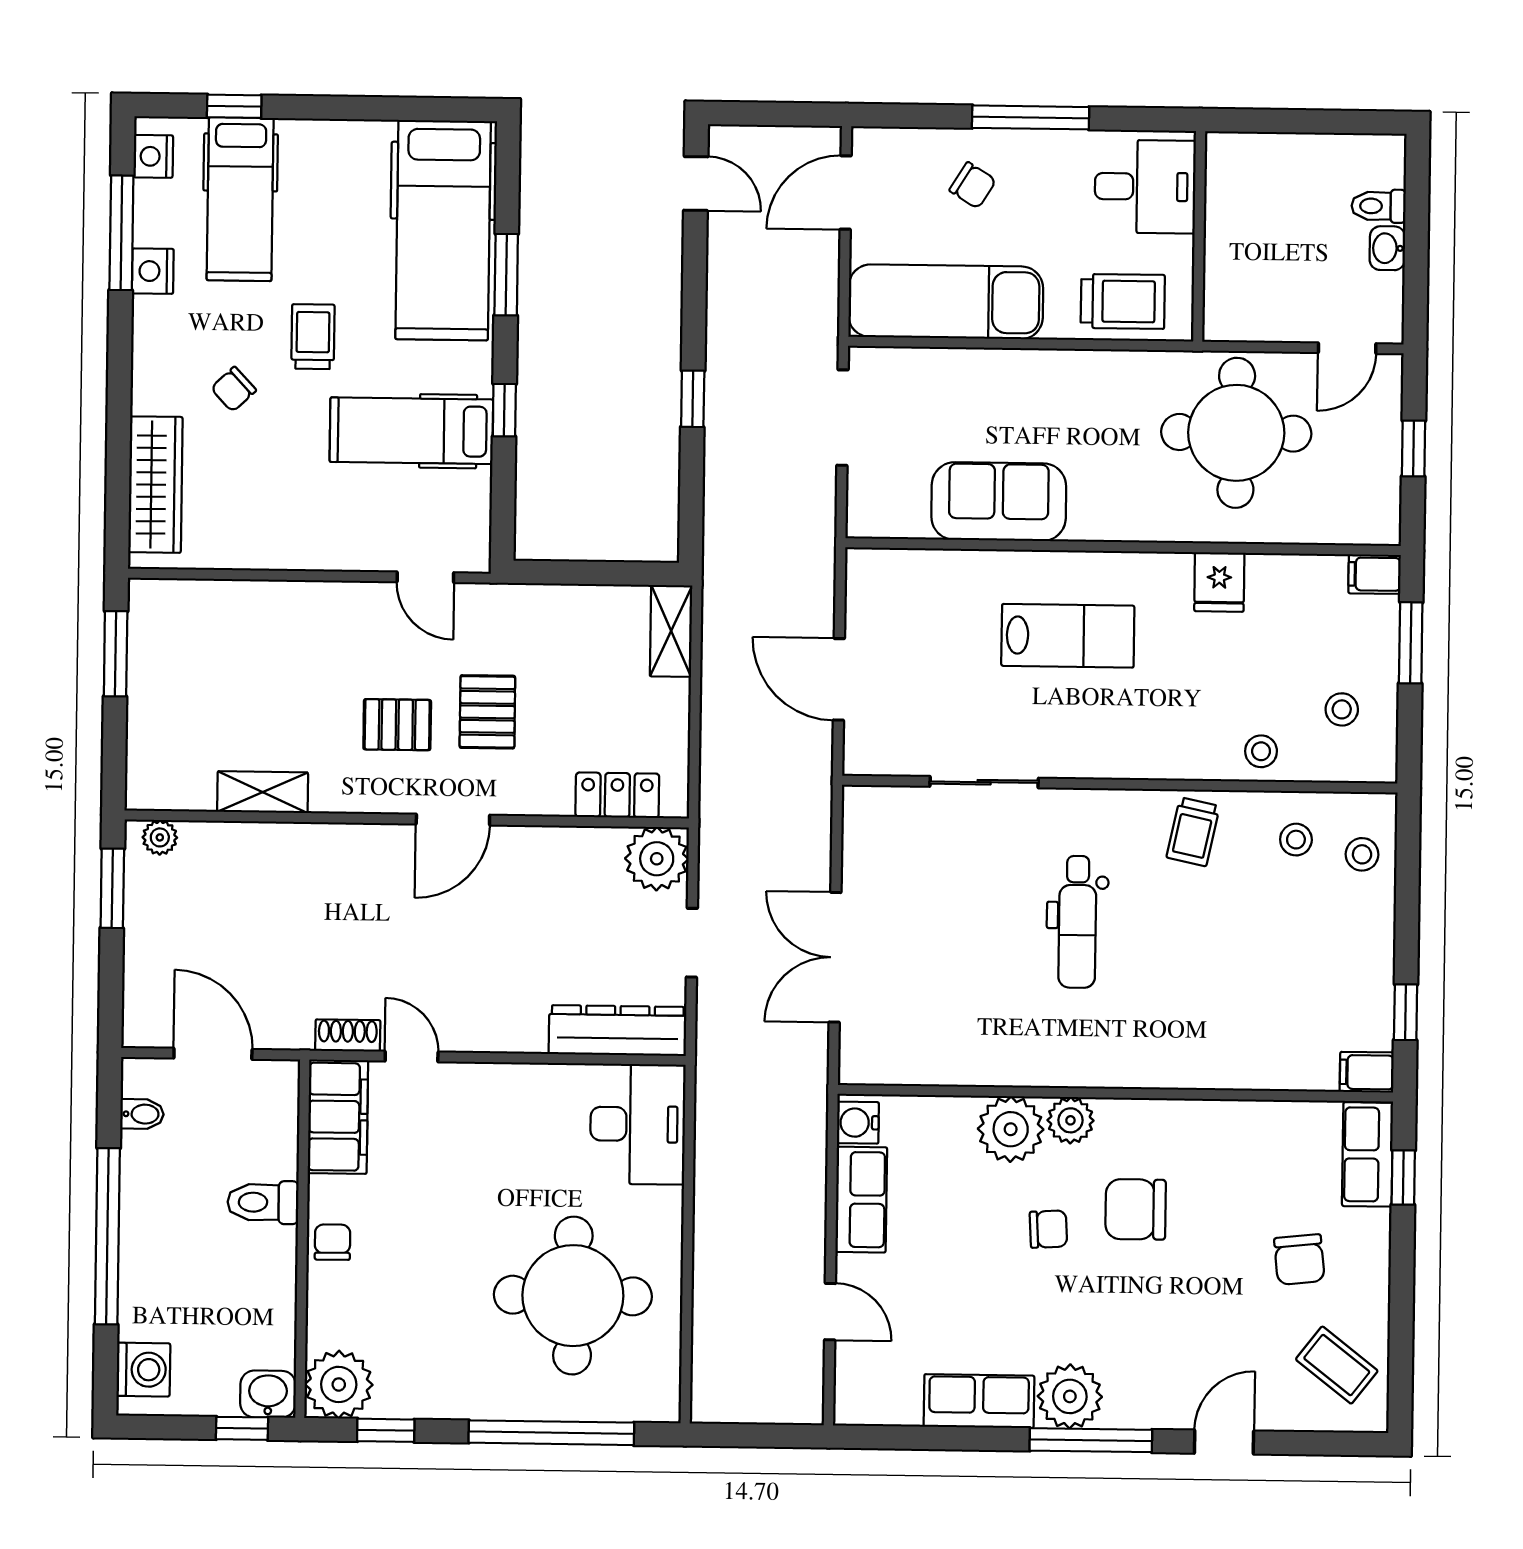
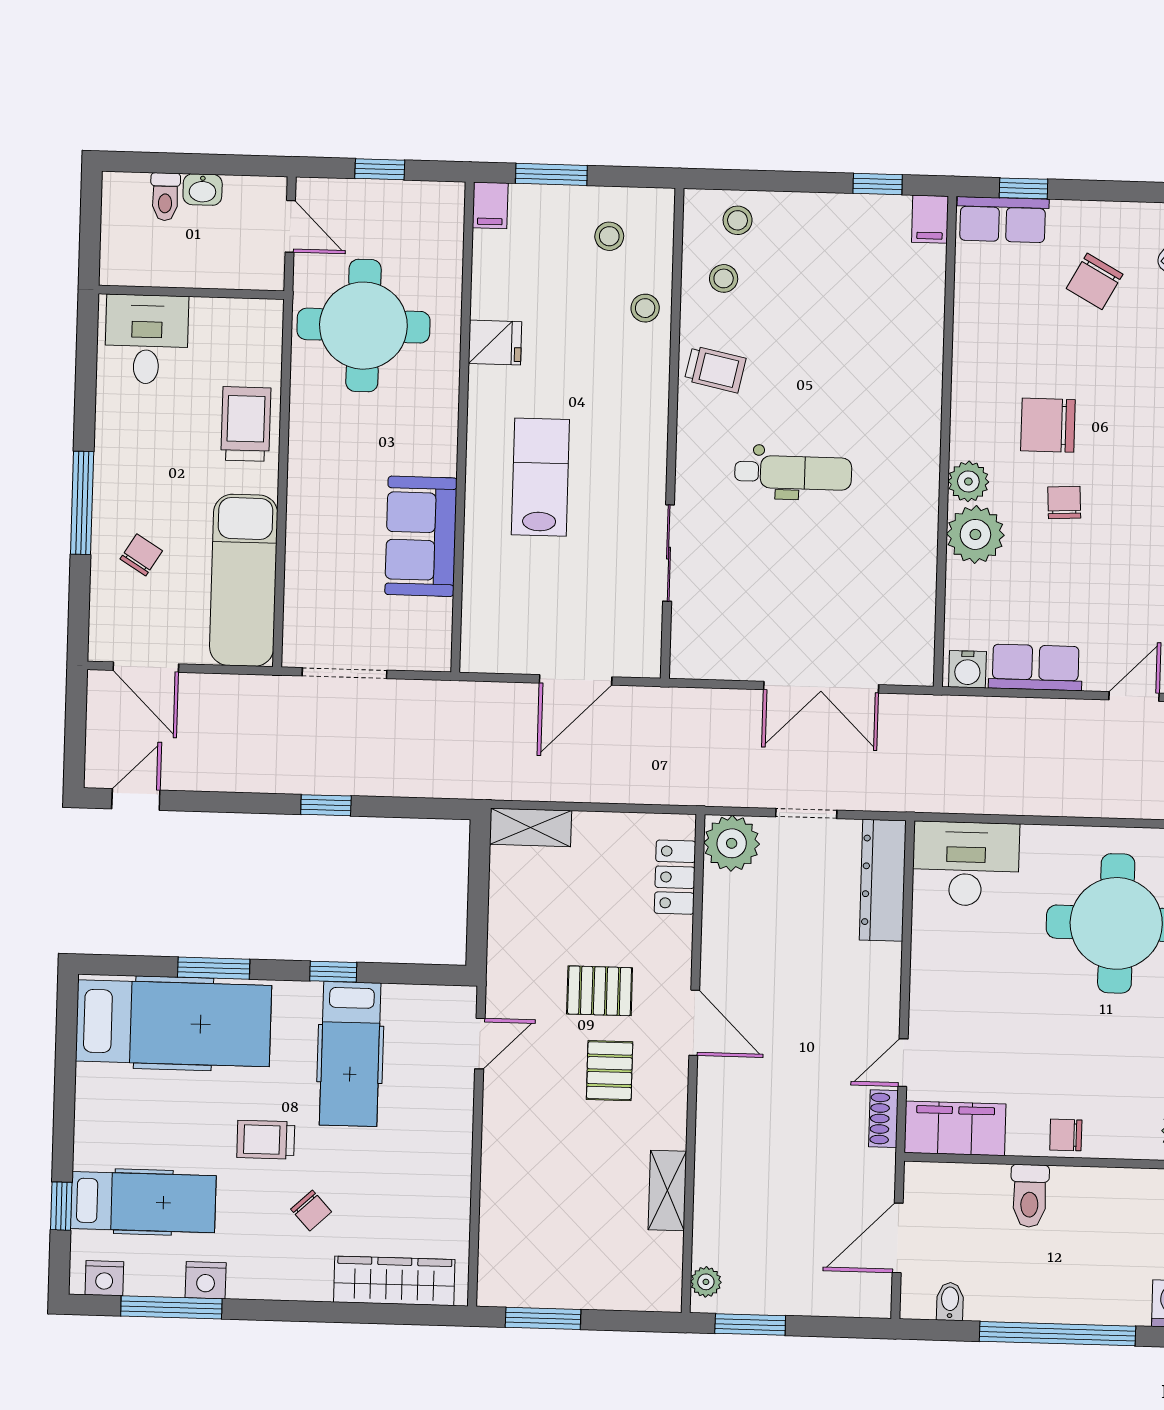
desk: (1145, 187) -> (147, 339), moved
wall: (1199, 236) -> (191, 292), moved
chair: (1136, 1209) -> (1048, 425), turned 90
chair: (1299, 1260) -> (1095, 281), turned 125

